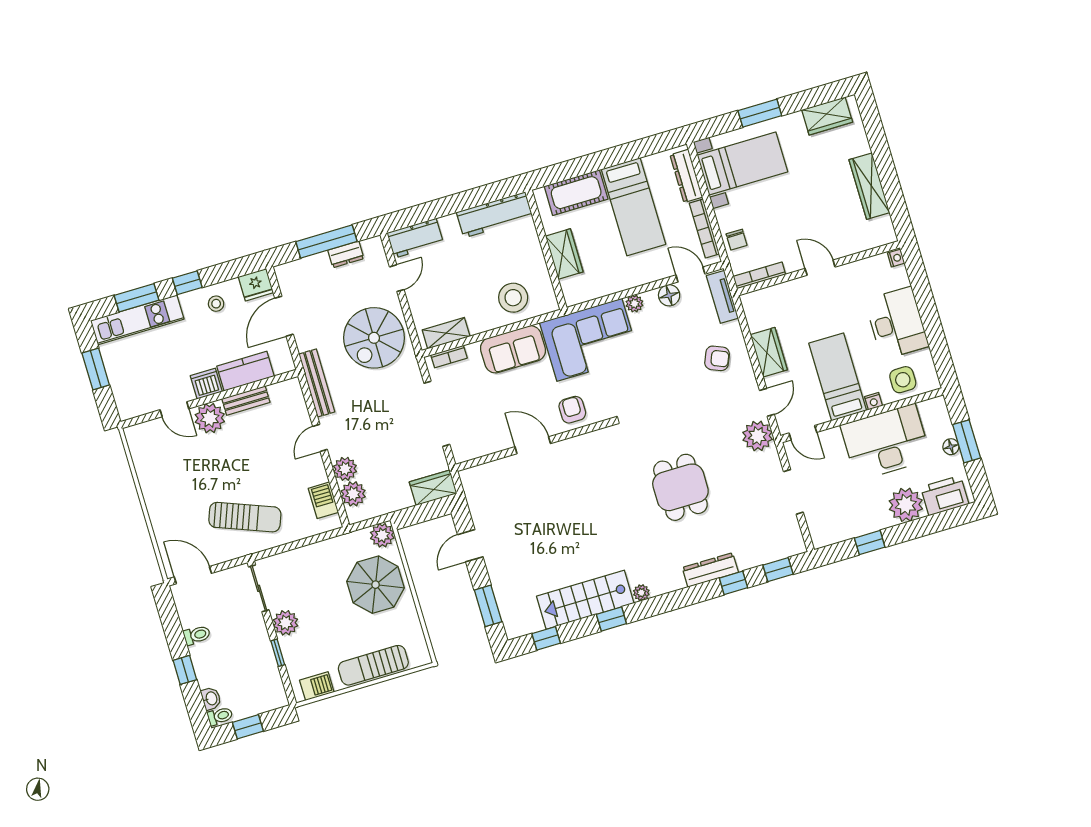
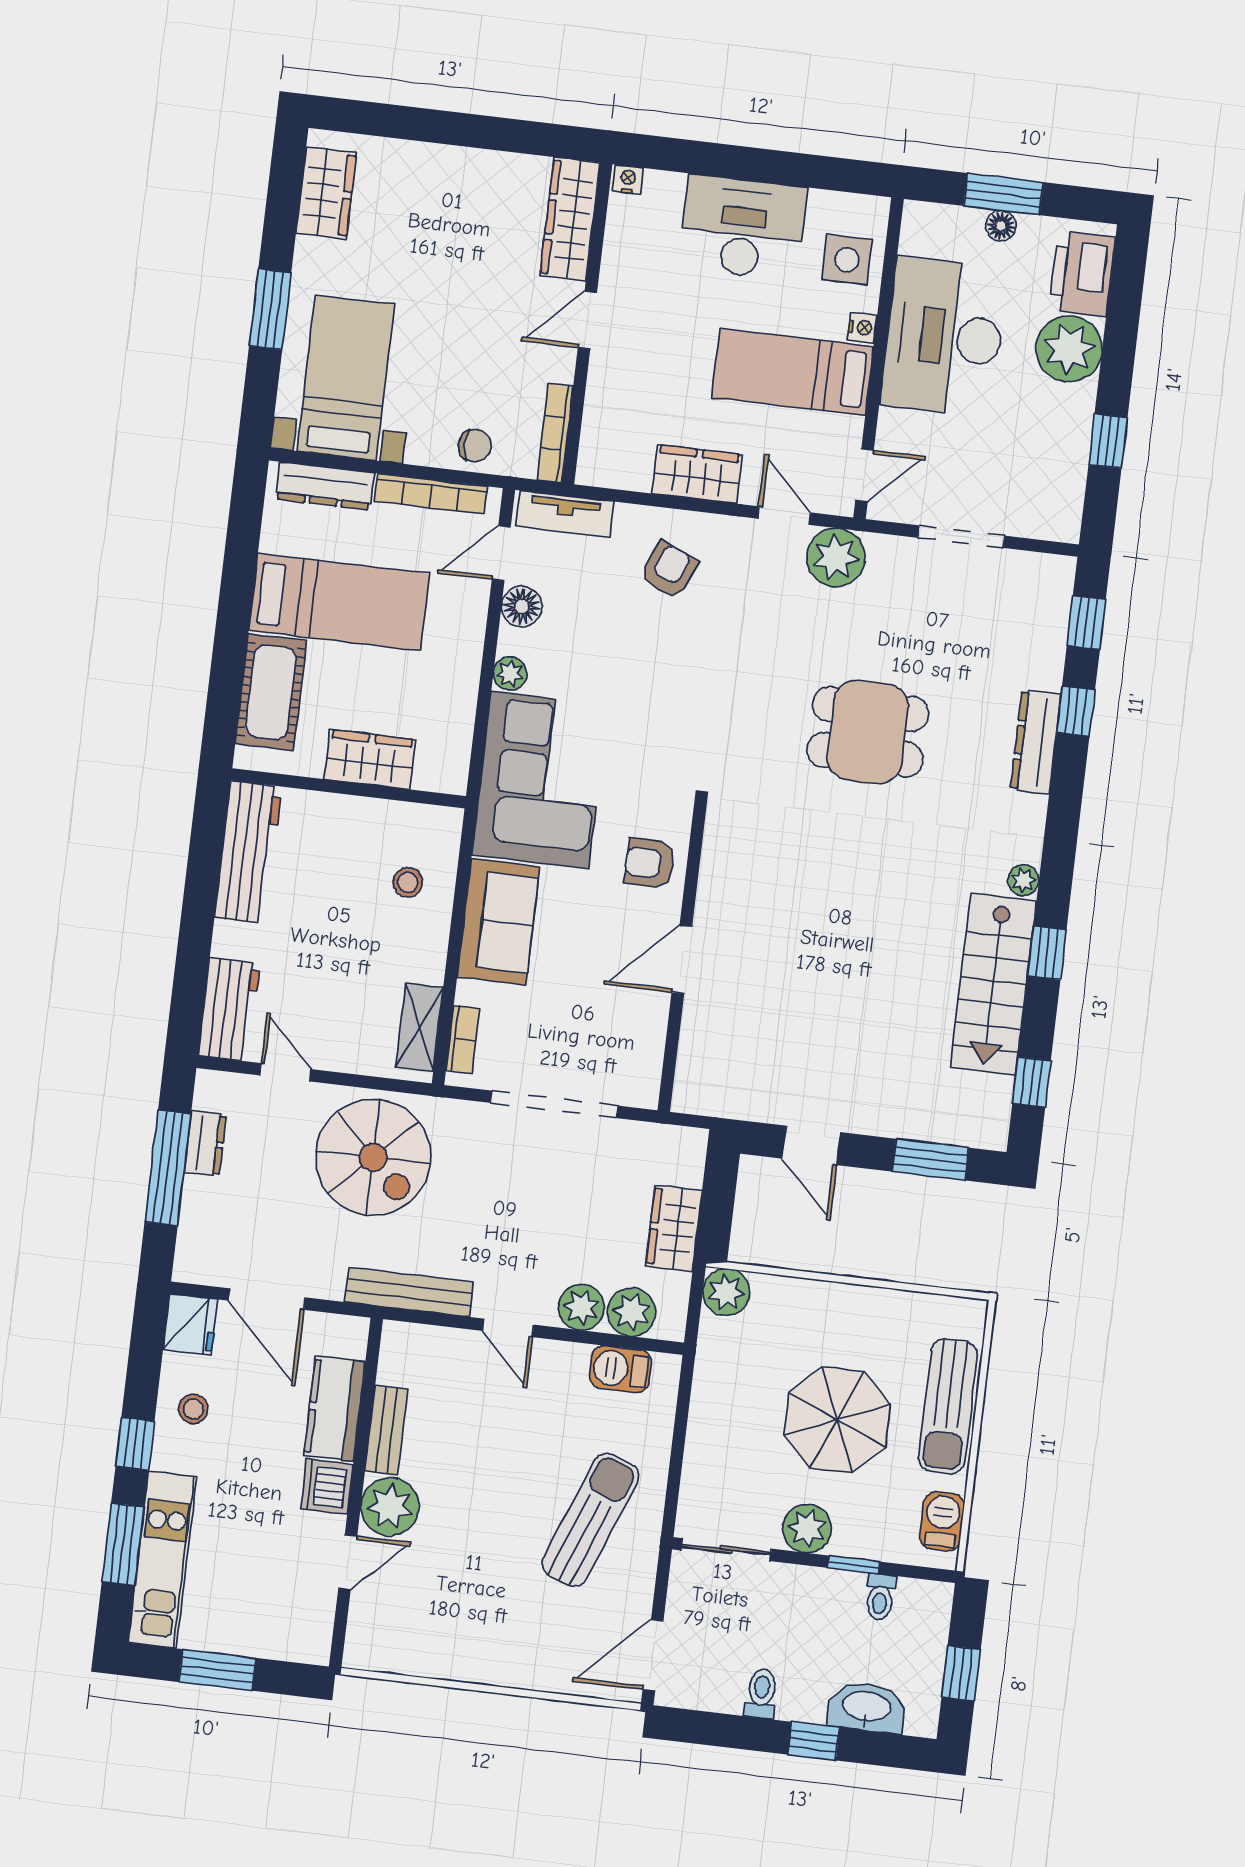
wardrobe: (869, 186) -> (570, 219), moved, turned 90
stool: (513, 298) -> (408, 882), width x0.53, depth x0.53
wardrobe: (433, 488) -> (674, 1228), moved
parasol: (376, 585) -> (837, 1420), moved
washbasin: (211, 698) -> (866, 1707), width x1.91, depth x1.45
toilet: (220, 716) -> (880, 1597), moved, turned 180

